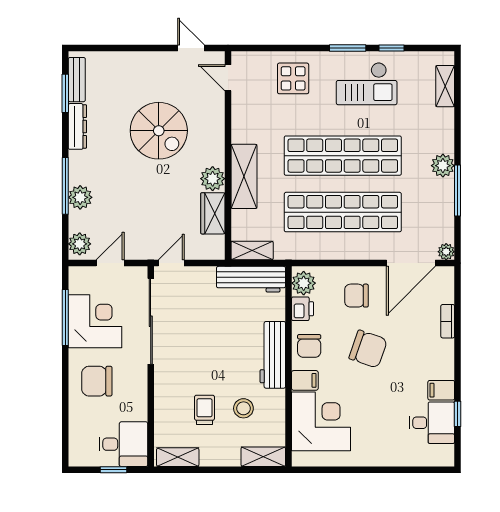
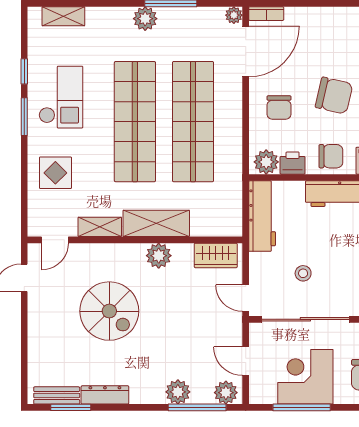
spiral stairs: (159, 131) -> (109, 311), turned 90
window: (65, 186) -> (197, 407), moved
wardrobe: (213, 213) -> (216, 255), moved
shelving: (252, 251) -> (100, 227), moved, turned 90
door: (411, 263) -> (246, 51), hinge flipped
stool: (195, 319) -> (303, 273), added
bookcase: (448, 321) -> (266, 14), moved
chair: (368, 349) -> (334, 96), turned 84

